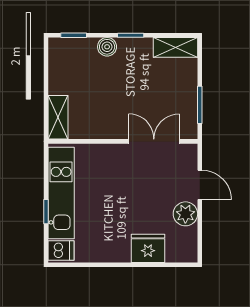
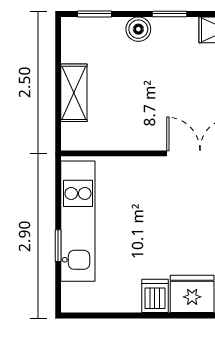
shelving: (58, 117) -> (74, 93), moved
dishwasher: (61, 251) -> (155, 296), moved, turned -90

